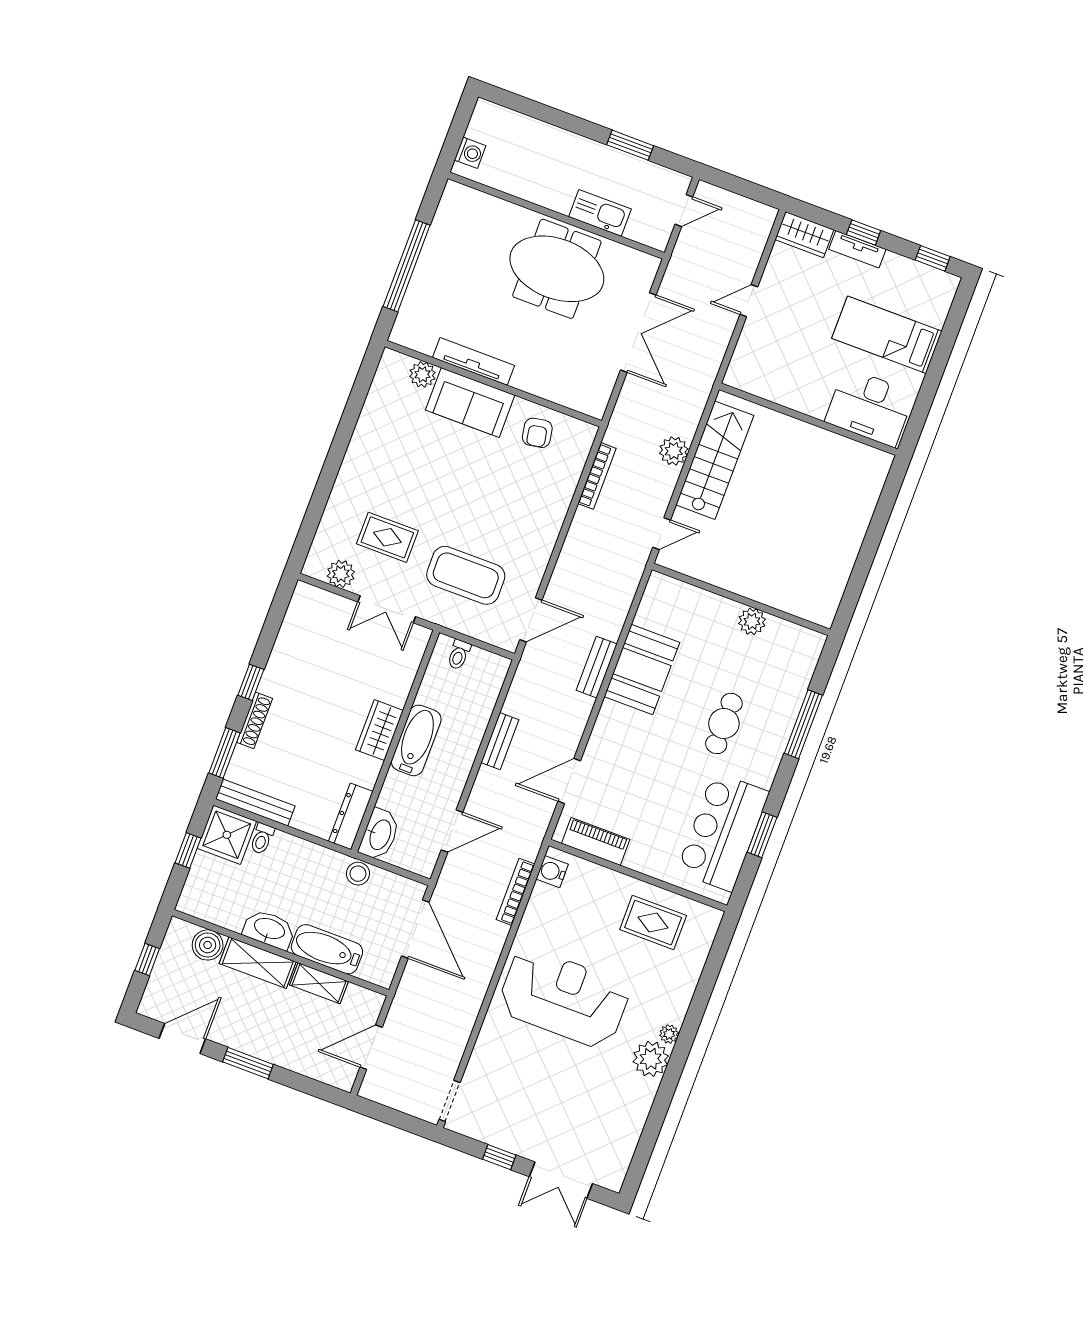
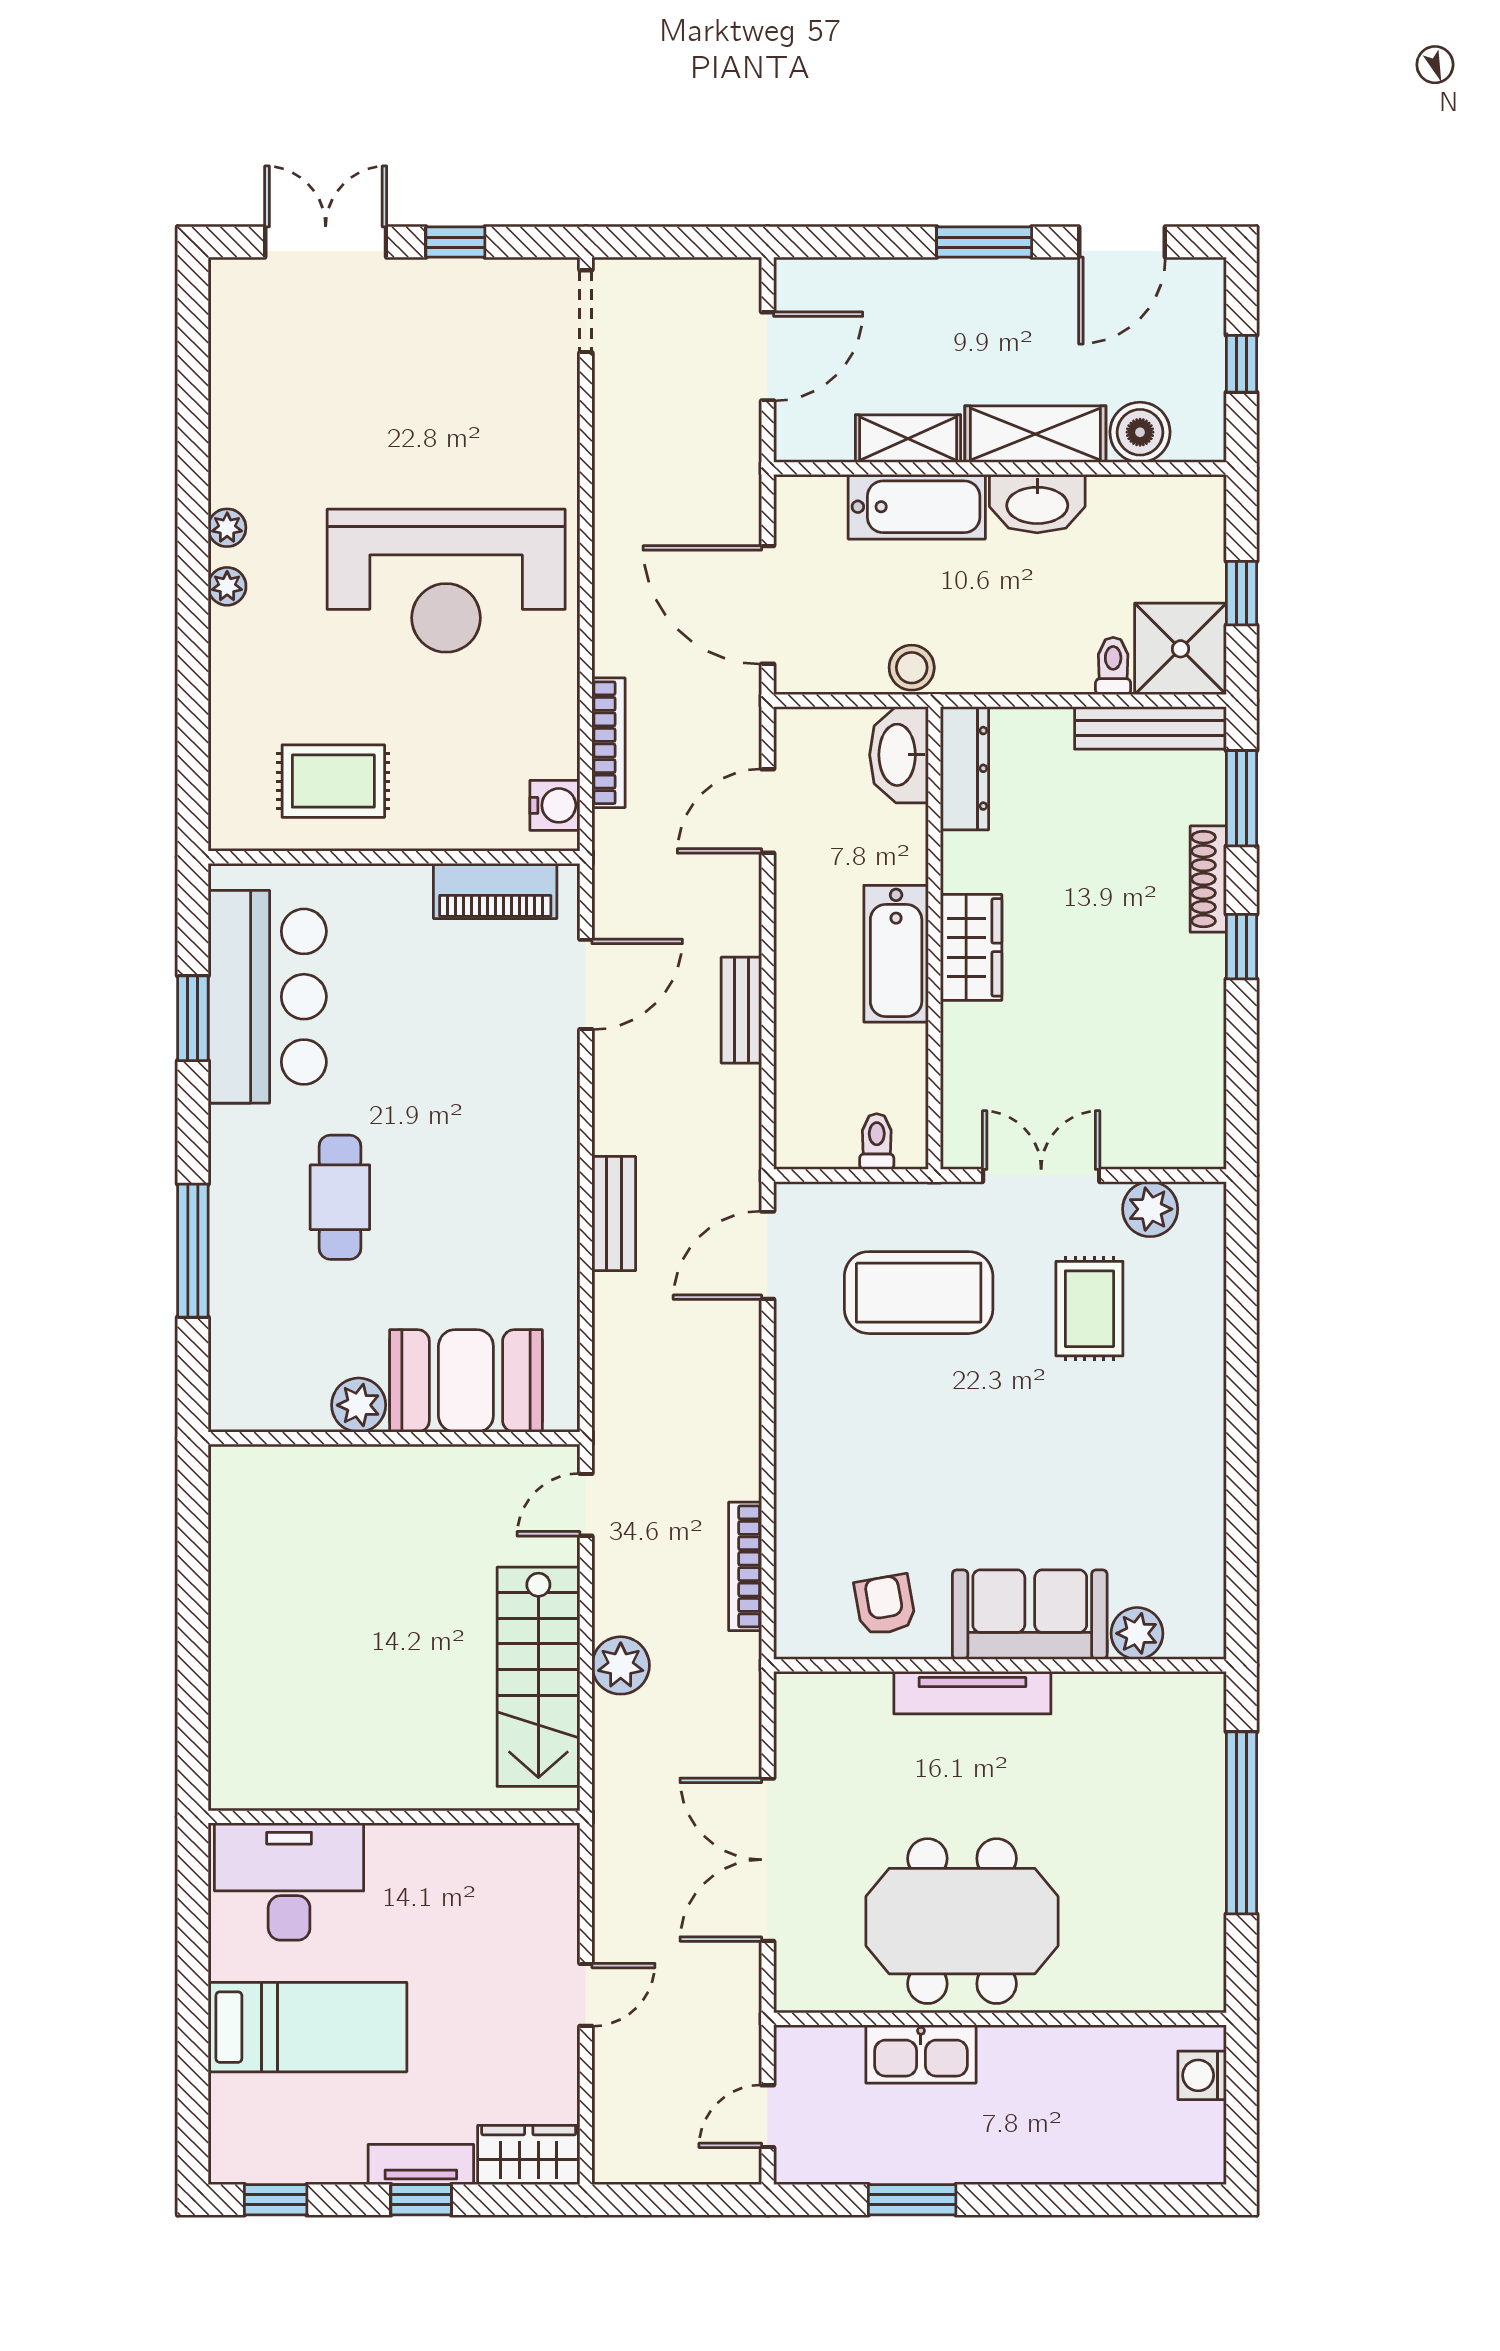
tv unit: (474, 361) -> (972, 1693), moved
rug: (387, 537) -> (1089, 1309), turned 90
booth: (642, 670) -> (466, 1381), moved, turned 90
plant: (651, 1059) -> (227, 528), width x0.53, depth x0.53

